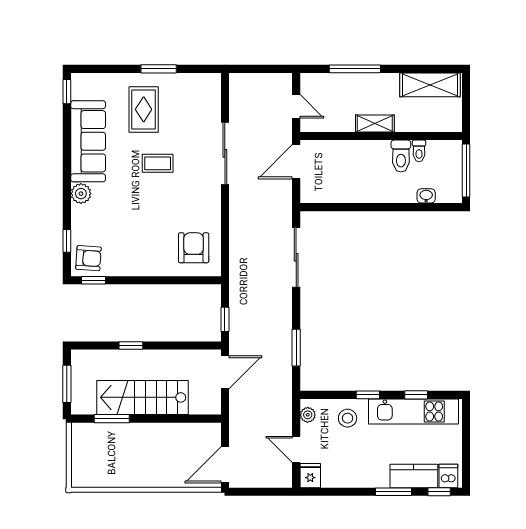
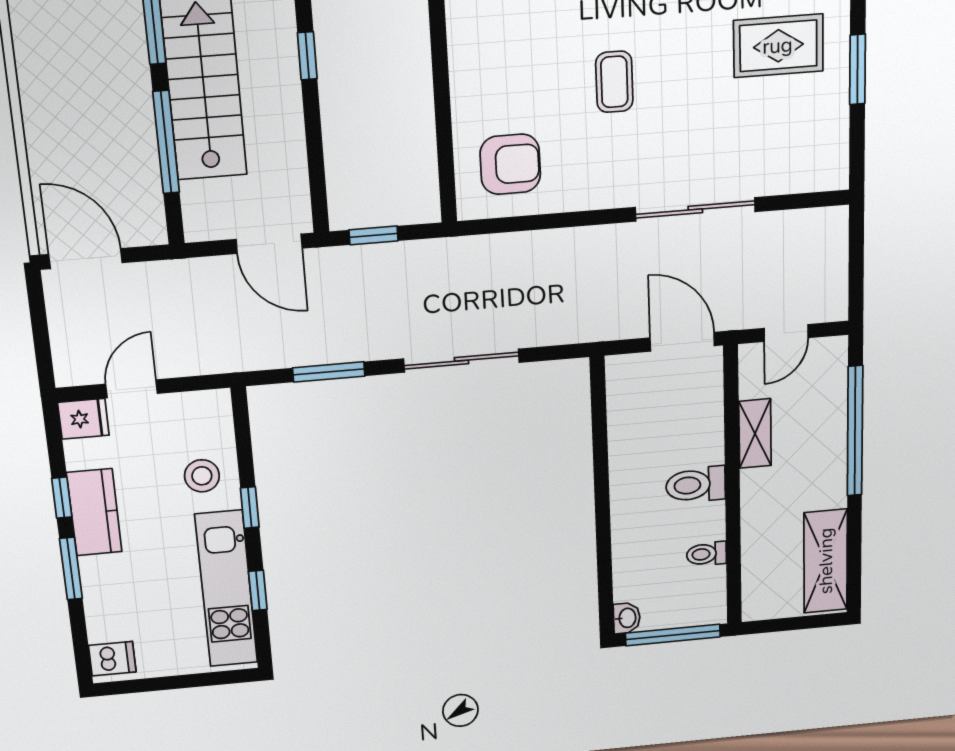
window: (355, 69) -> (855, 431), width x1.46
shelving: (375, 123) -> (755, 434), moved
toilet: (401, 156) -> (696, 485), moved
coffee table: (158, 163) -> (614, 82), moved
washbasin: (426, 196) -> (627, 618), moved
sliding door: (296, 257) -> (461, 361), moved
plant: (308, 415) -> (201, 404), removed
window: (169, 419) -> (166, 142), added
kitchen counter: (414, 476) -> (94, 512), moved
window: (439, 492) -> (62, 498), moved

